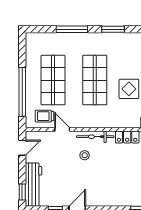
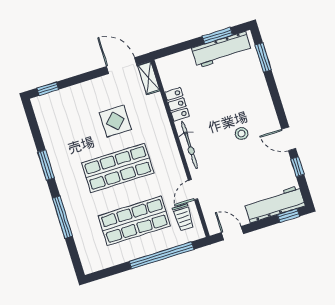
stool: (85, 155) -> (242, 134), moved

